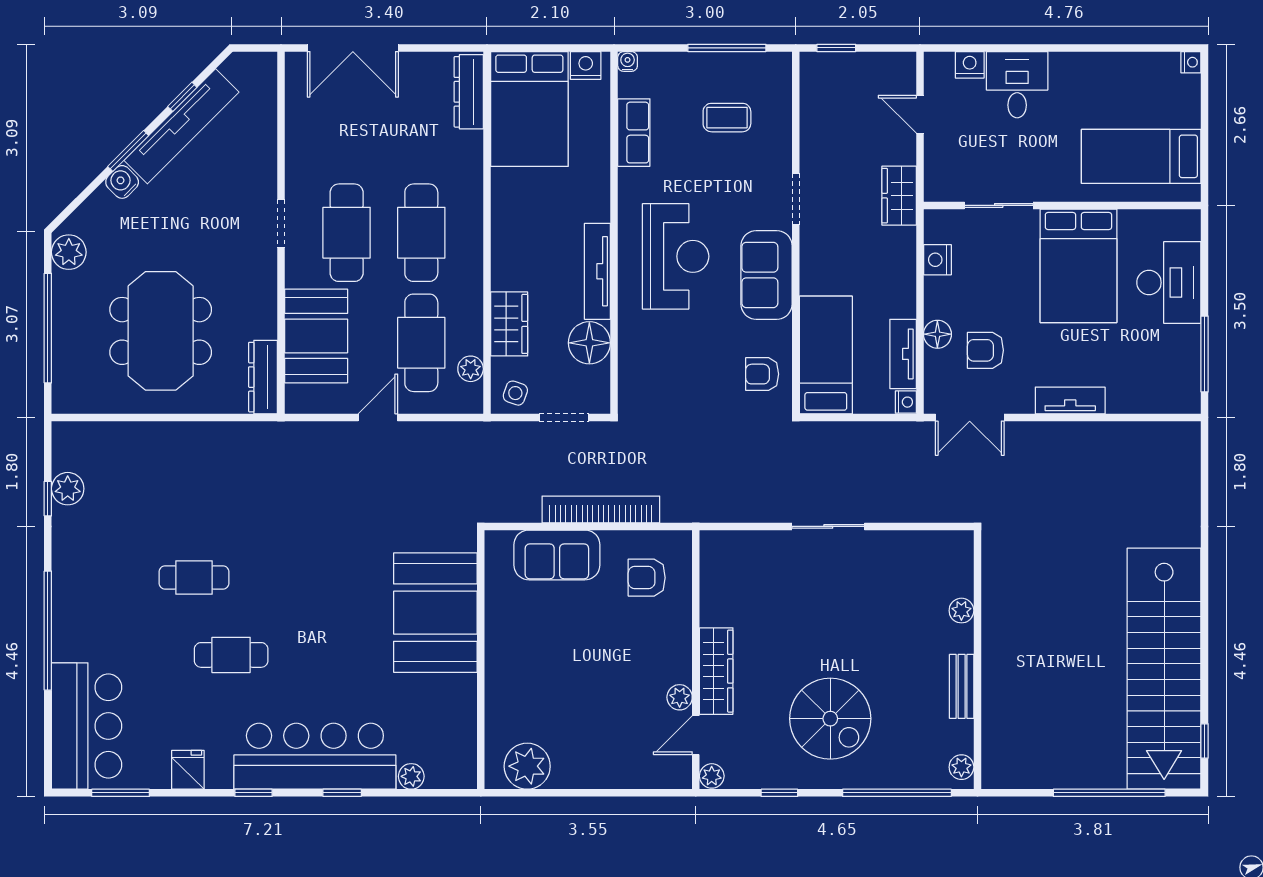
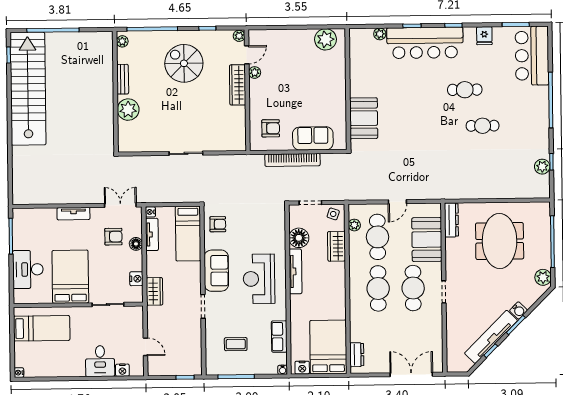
dresser: (469, 92) -> (357, 355), width x0.70
wardrobe: (899, 196) -> (154, 291), moved
plant: (961, 611) -> (128, 110), width x1.87, depth x1.87
booth: (435, 613) -> (364, 118), width x0.73, depth x0.70

